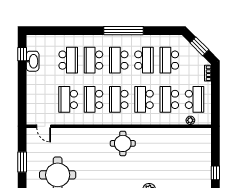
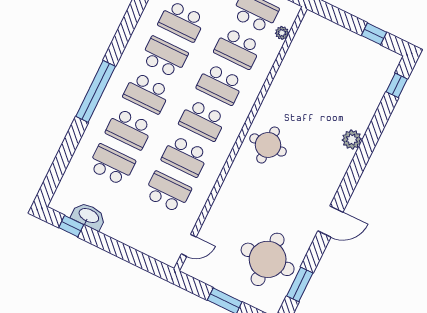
window: (124, 31) -> (96, 91), moved
school desk: (68, 99) -> (168, 192), turned 180

